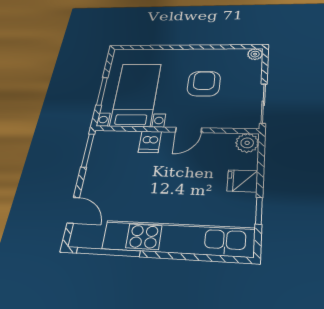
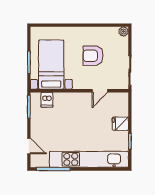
armchair: (204, 84) -> (93, 56), turned -90
door: (188, 130) -> (100, 91), moved
dishwasher: (150, 142) -> (47, 100), moved
plant: (247, 143) -> (122, 99), removed

